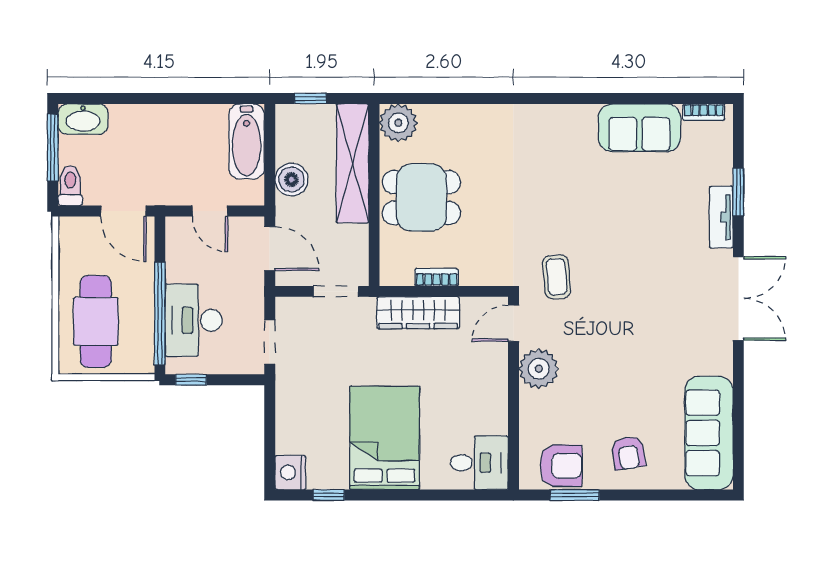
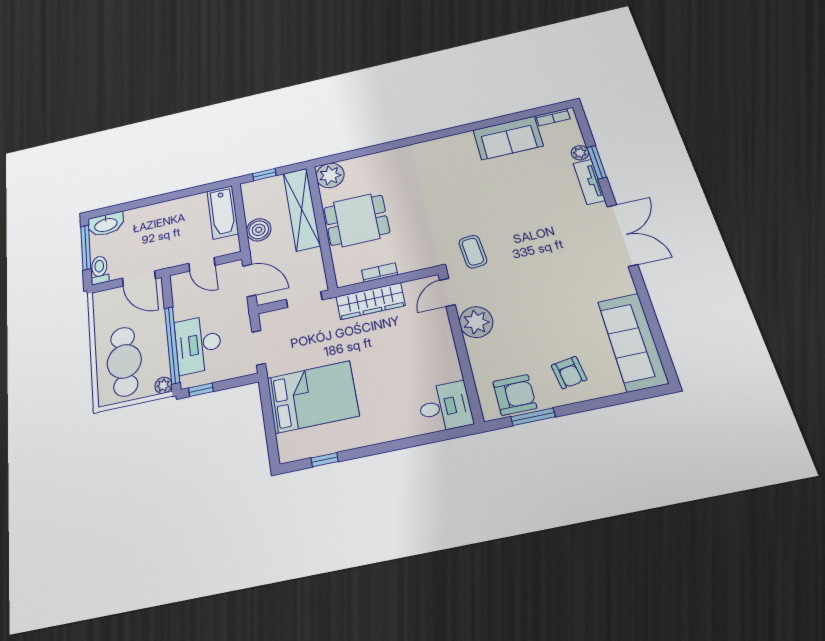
plant: (722, 173) -> (580, 153), added
plant: (144, 364) -> (163, 385), added
bed: (385, 438) -> (313, 397), moved, turned 90
nightstand: (290, 472) -> (290, 447), removed

